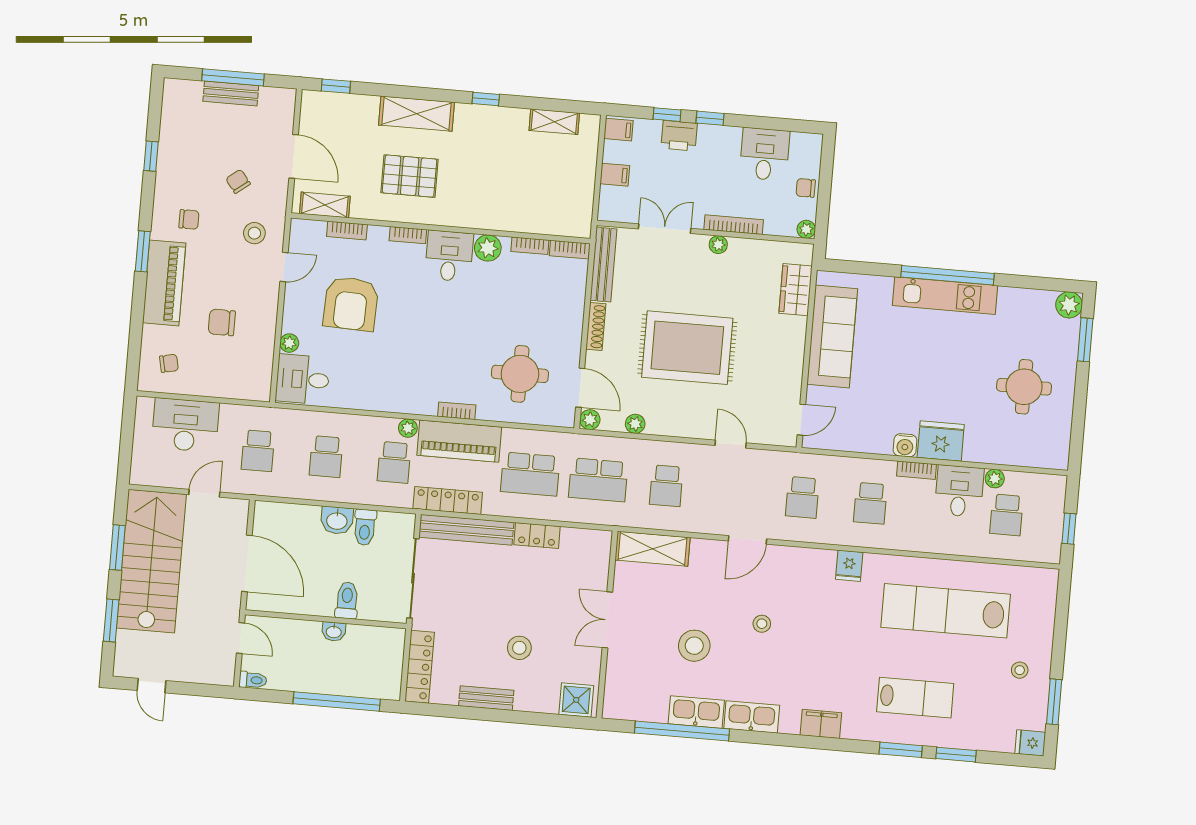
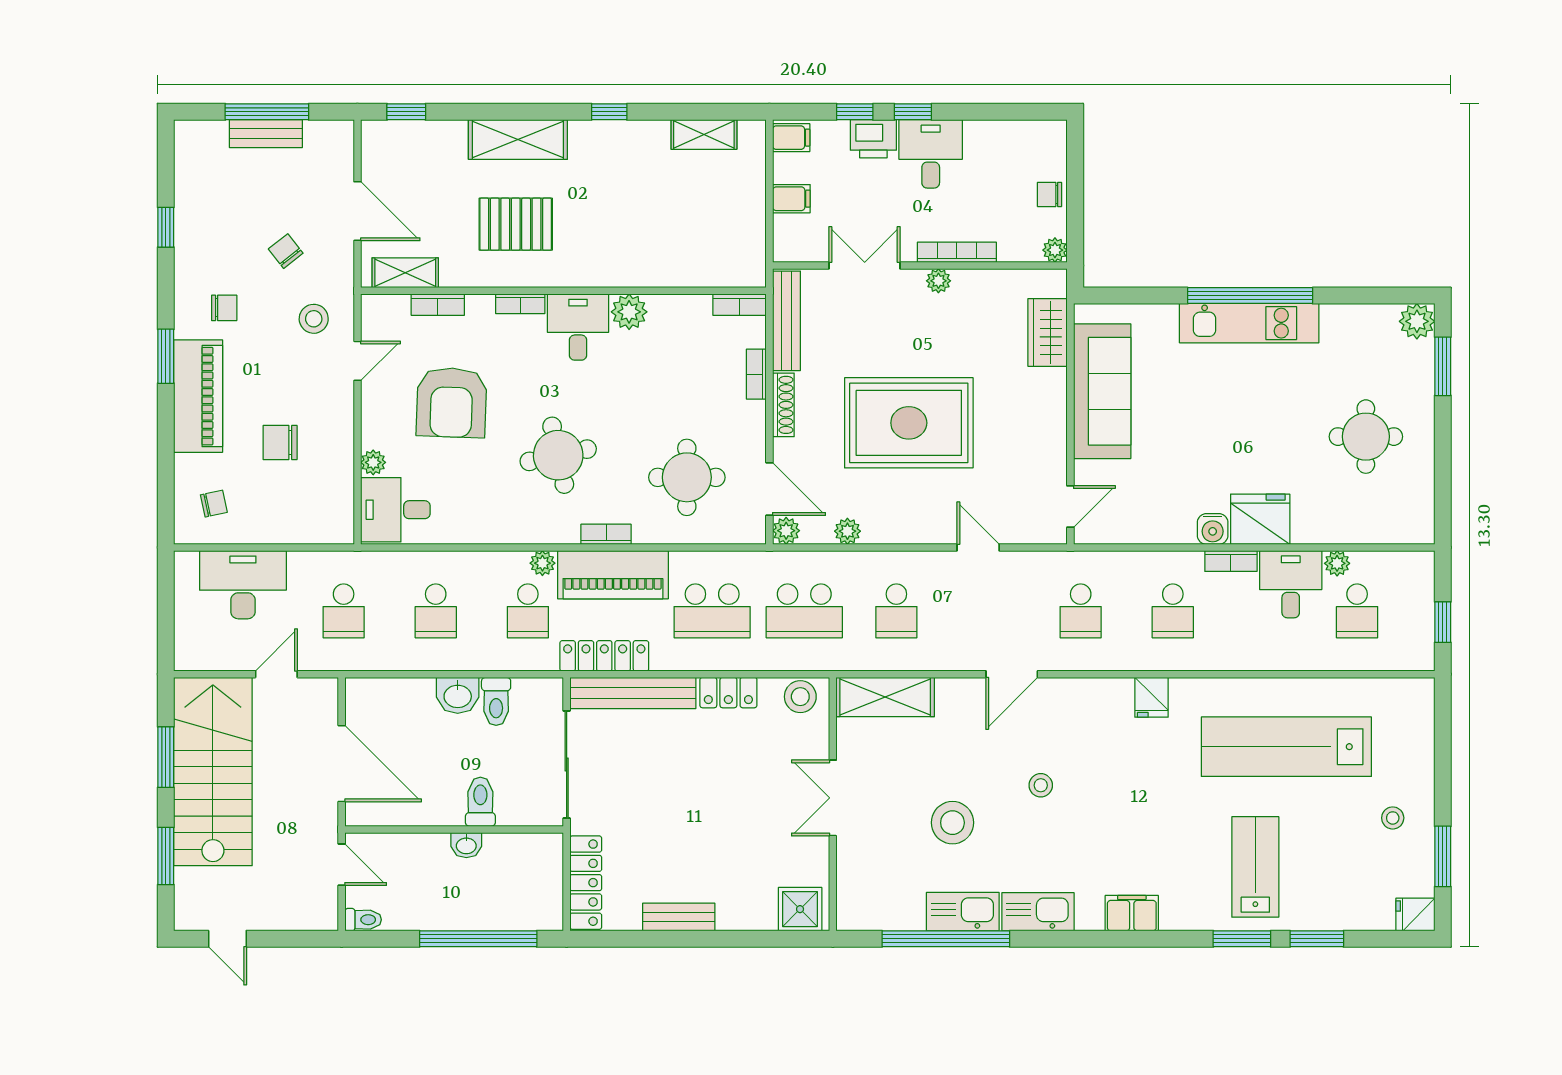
desk: (765, 154) -> (931, 154), moved
bookcase: (530, 246) -> (756, 374), moved, turned 90
round table: (426, 349) -> (558, 455), added
stool: (519, 648) -> (800, 697), moved
lab bench: (915, 698) -> (1255, 867), turned -90

